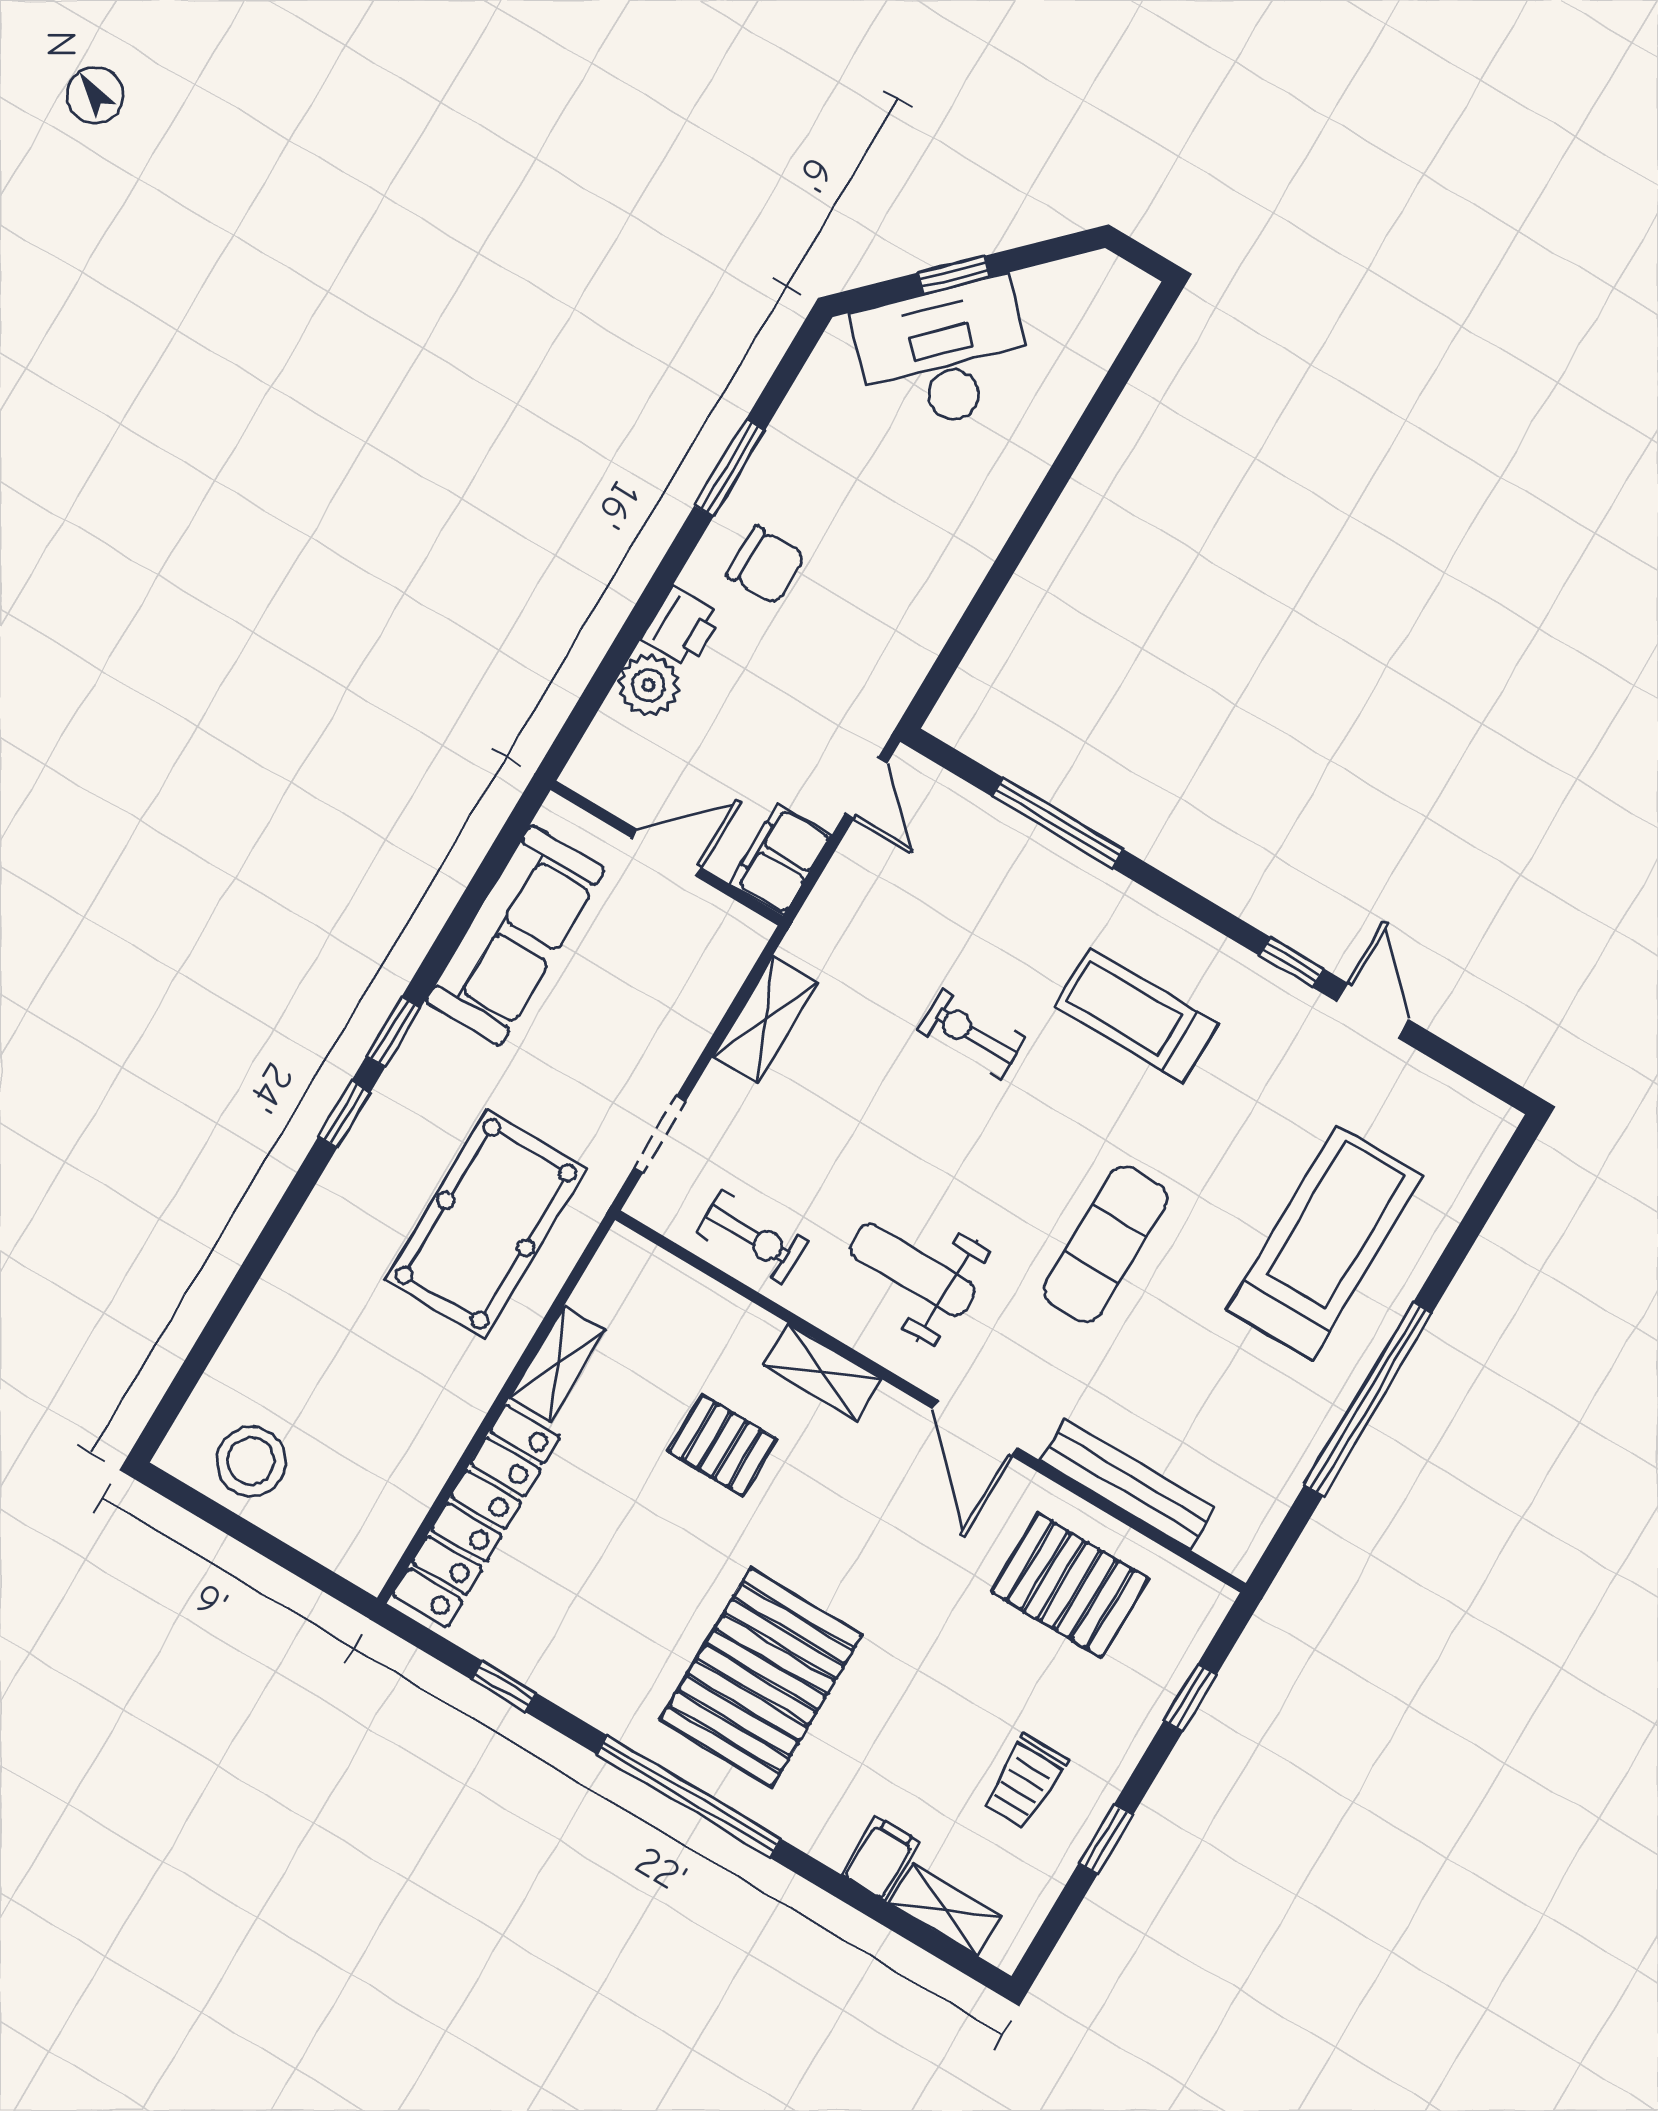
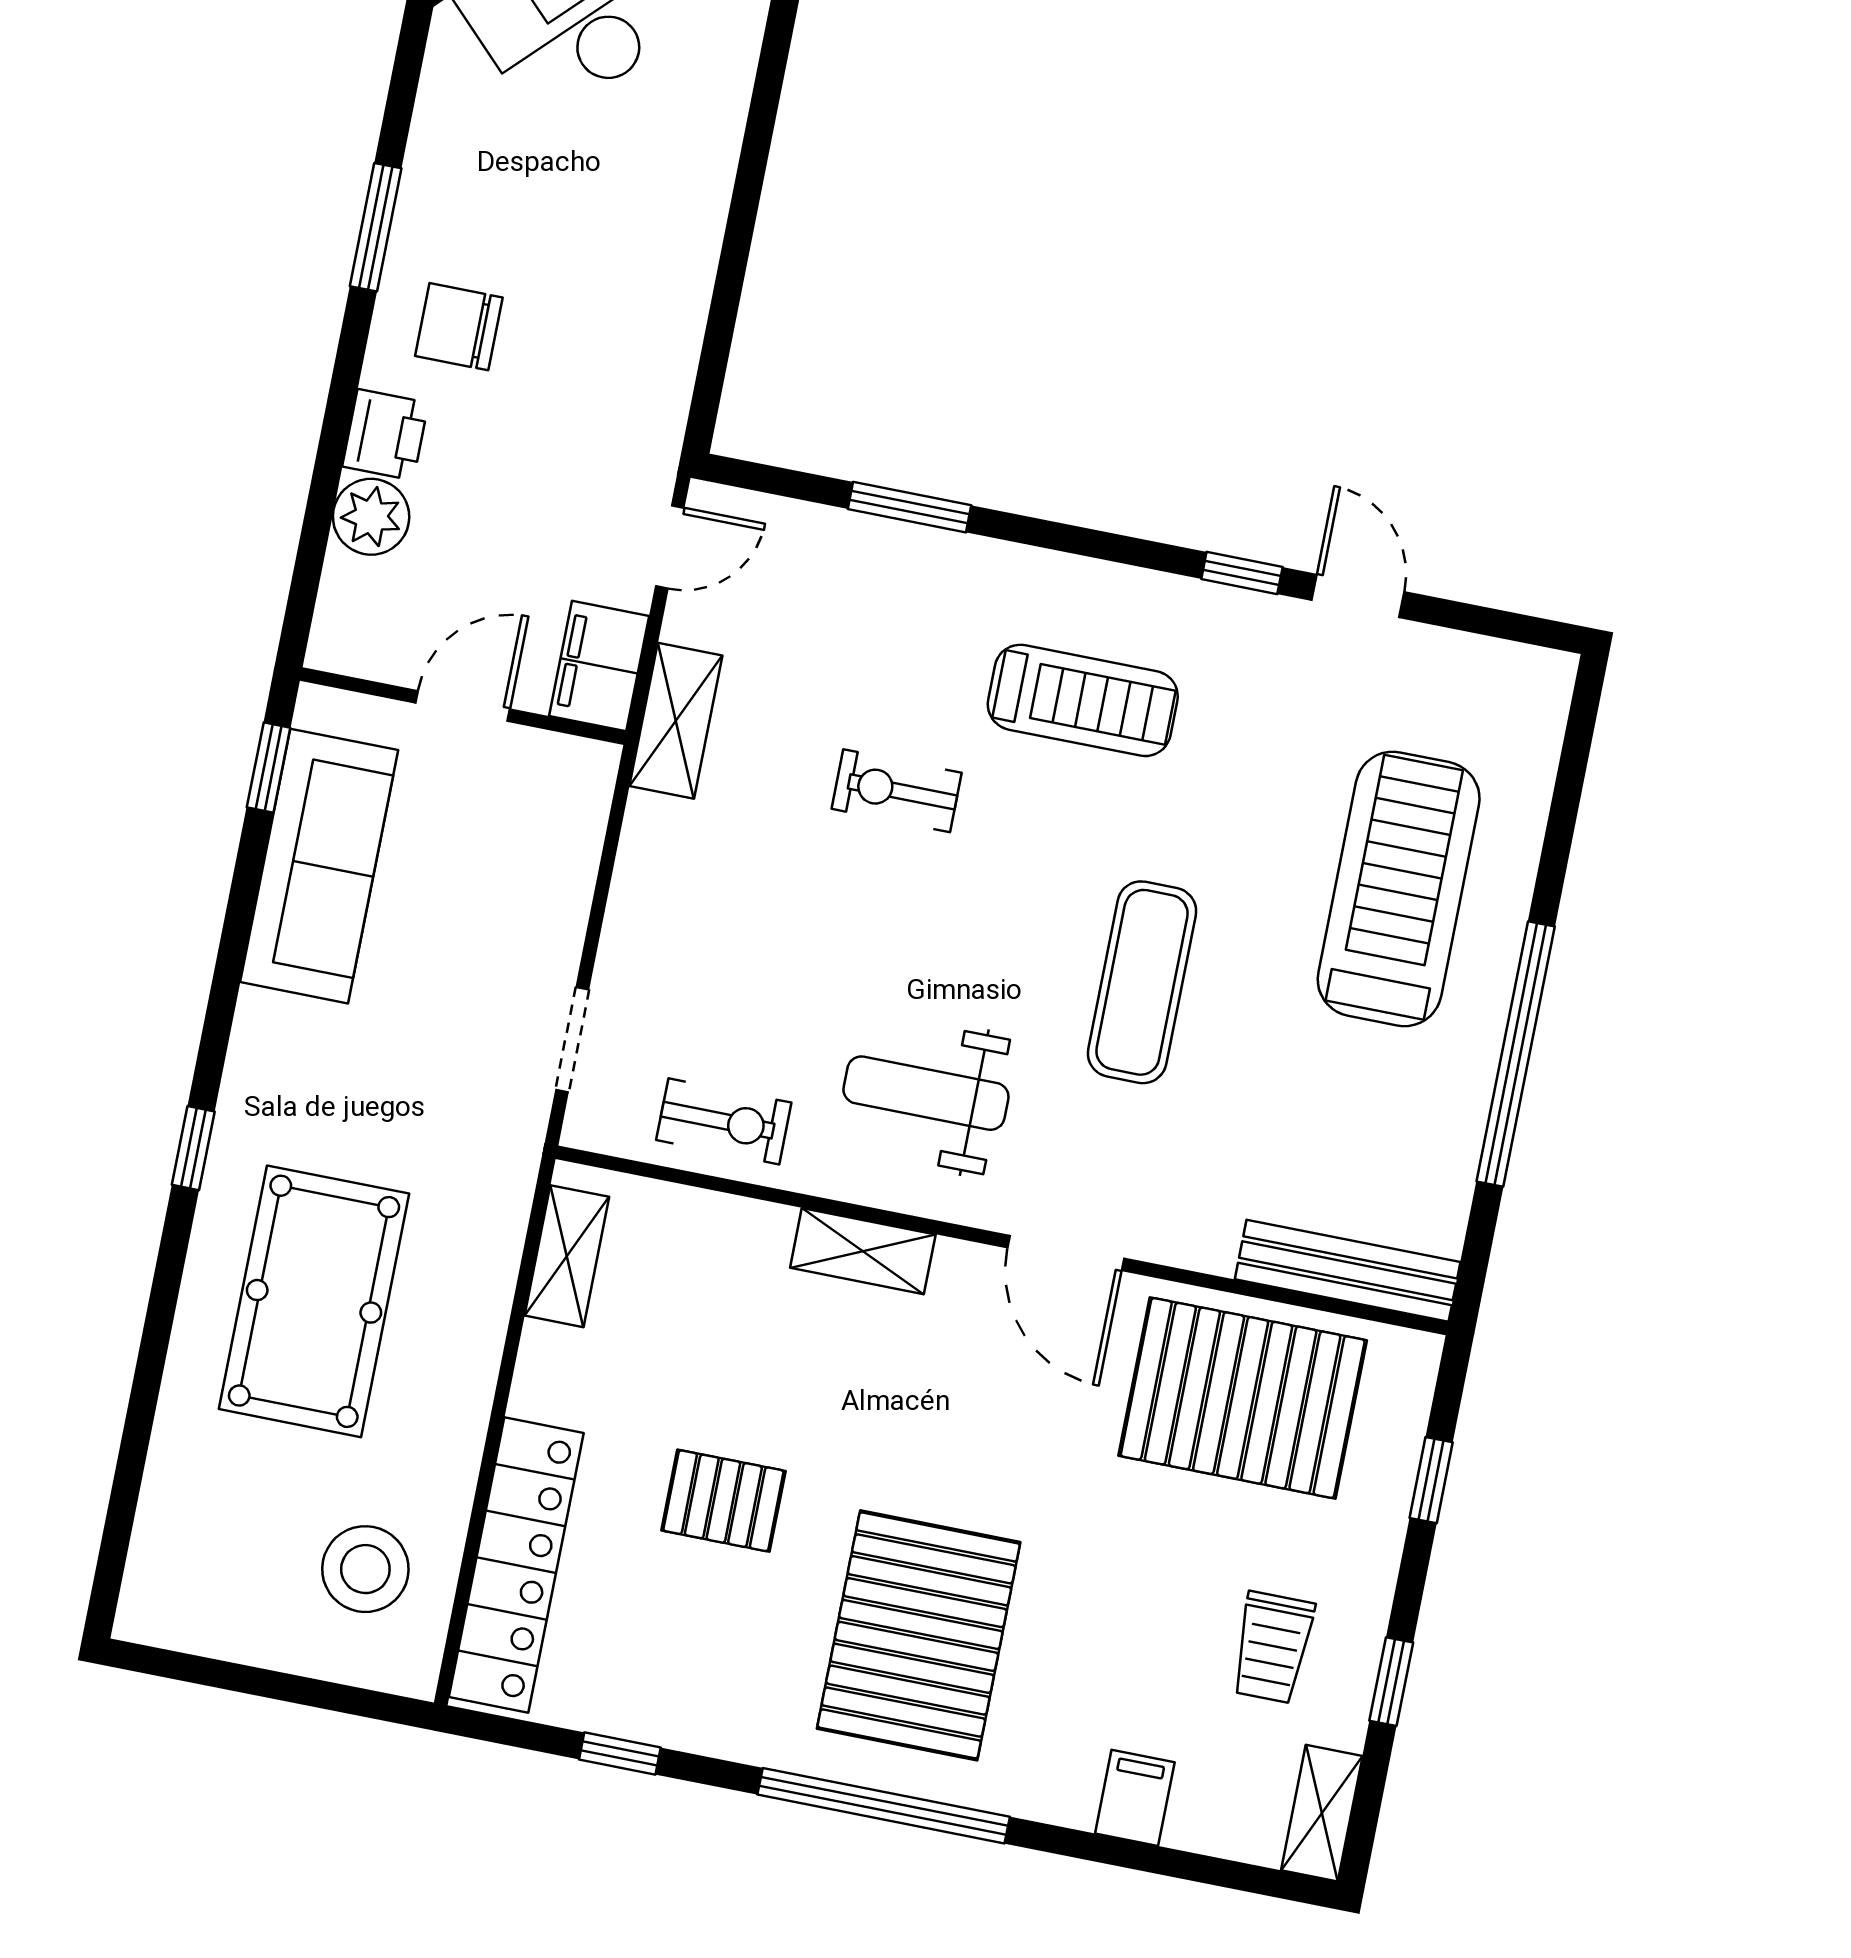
chair: (766, 565) -> (459, 327), turned 180
door: (866, 788) -> (670, 547), hinge flipped
window: (1058, 823) -> (910, 507), width x0.69
treadmill: (1137, 1015) -> (1083, 700), turned 180
shelving: (765, 1020) -> (676, 721), moved
window: (393, 1032) -> (269, 768), moved
pool table: (486, 1224) -> (314, 1301), moved
shelving: (557, 1364) -> (567, 1256), moved
pallet: (722, 1445) -> (723, 1501), moved
stool: (251, 1461) -> (365, 1569), moved
bench: (1128, 1484) -> (1348, 1271), moved
pallet: (1070, 1585) -> (1243, 1398), width x1.37, depth x1.41
shelving: (945, 1910) -> (1322, 1813), moved, turned 90

